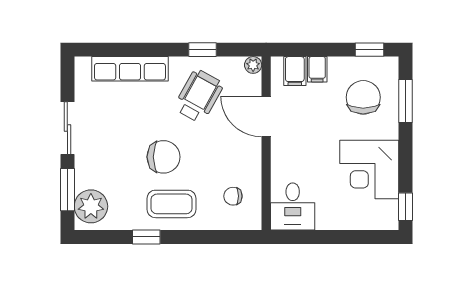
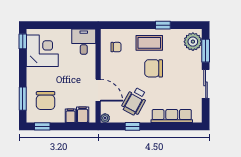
corner desk: (369, 169) -> (42, 51), moved

